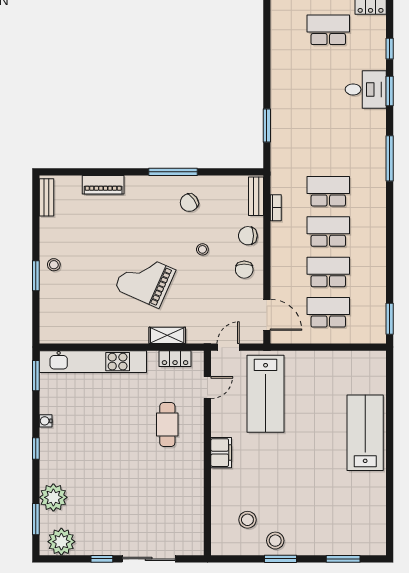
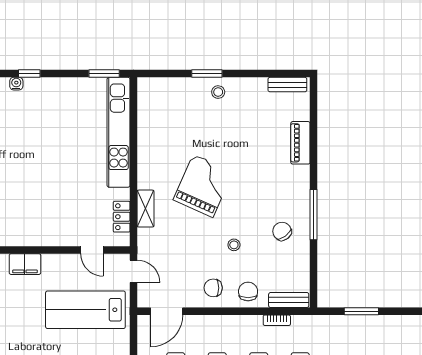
water cooler: (46, 421) -> (16, 84), moved
cafe table: (167, 425) -> (54, 209), removed

